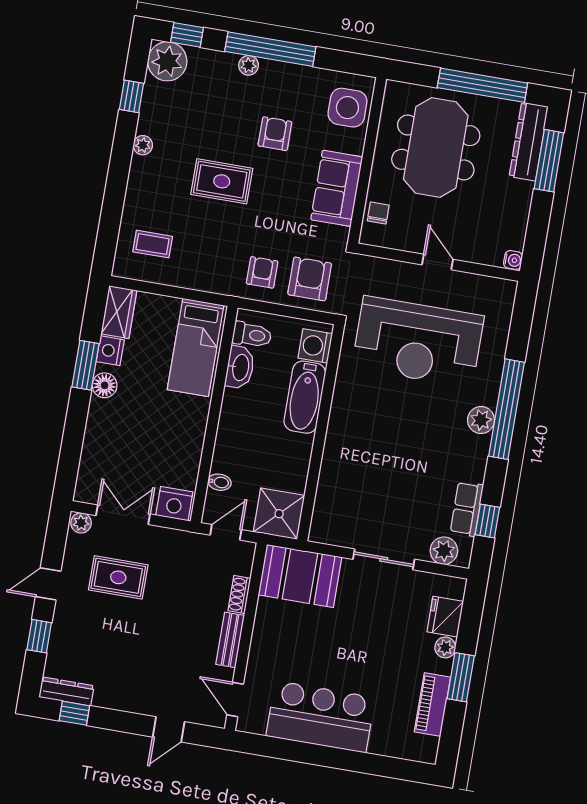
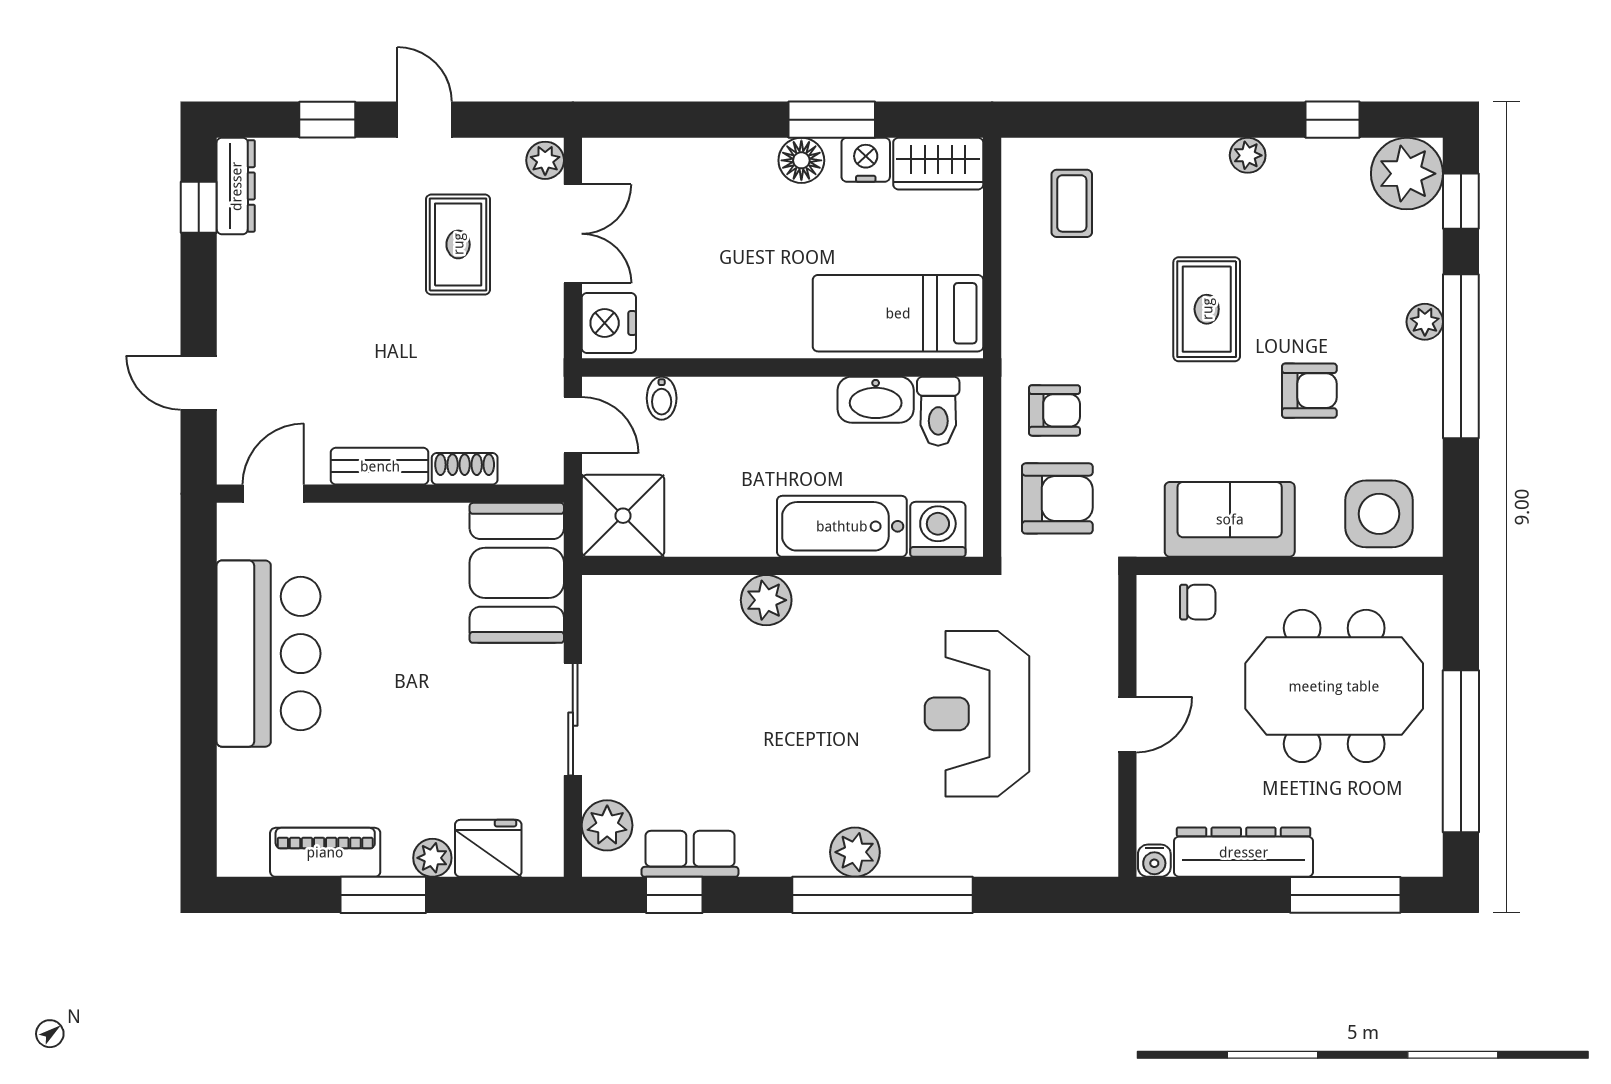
dresser: (529, 142) -> (1244, 852), moved
reception desk: (418, 342) -> (977, 714), width x0.74, depth x0.77
plant: (338, 445) -> (766, 600), added

